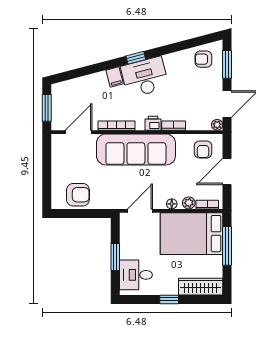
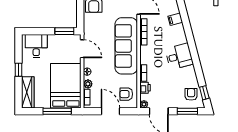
window: (136, 58) -> (204, 93), moved
filing cabinet: (115, 77) -> (175, 19), moved
desk: (145, 77) -> (179, 56), width x0.73
printer: (153, 123) -> (145, 88), moved
window: (115, 257) -> (64, 31), moved

